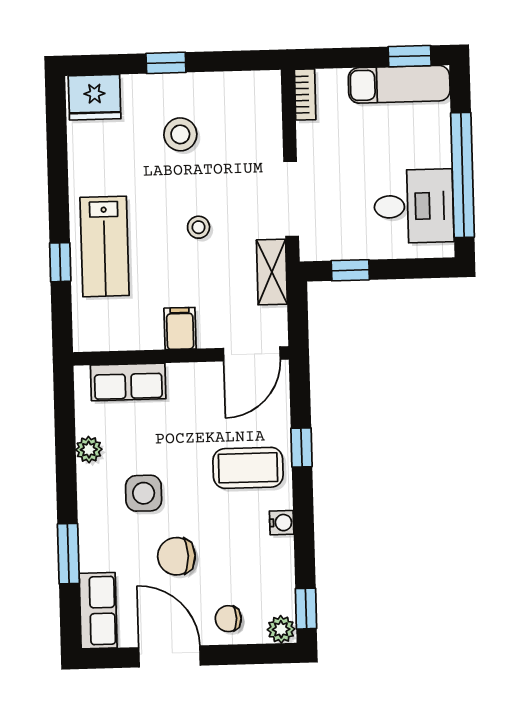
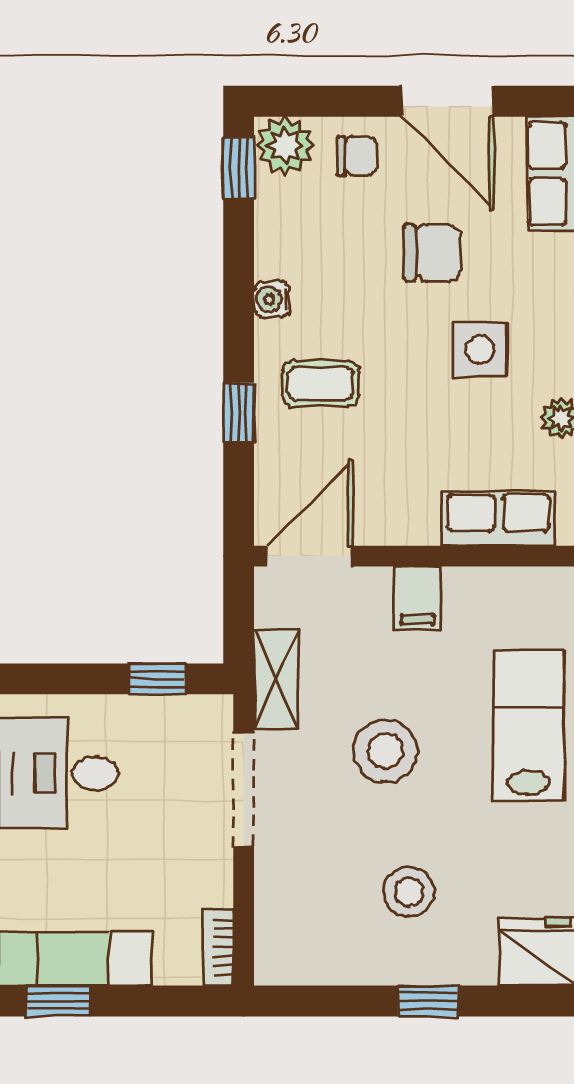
stool: (199, 227) -> (385, 751), width x1.89, depth x1.89
coffee table: (248, 468) -> (321, 384), width x0.73, depth x0.77
plant: (281, 629) -> (285, 145), width x1.38, depth x1.38

